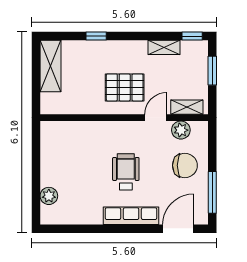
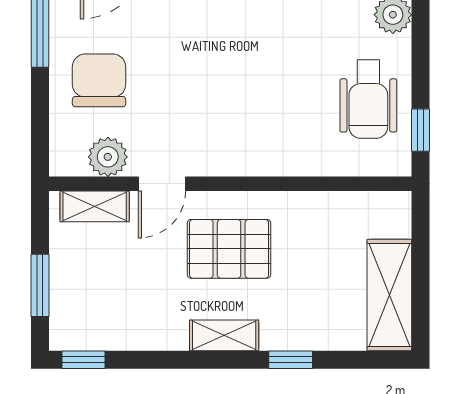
shelving: (164, 47) -> (224, 335), moved
window: (36, 142) -> (421, 130), added
chair: (185, 165) -> (99, 80), turned 90
wheelchair: (126, 172) -> (368, 99), moved

